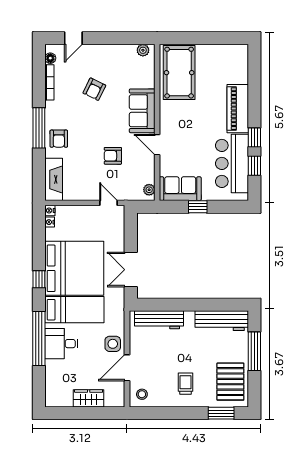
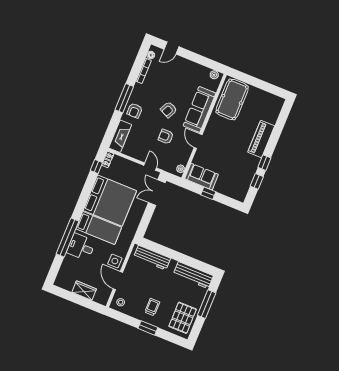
armchair: (94, 89) -> (169, 110), moved
sofa: (142, 111) -> (199, 109), width x1.36
bar counter: (232, 163) -> (243, 174), removed
double door: (131, 270) -> (157, 193), moved
window: (39, 279) -> (96, 166), moved
door: (127, 368) -> (118, 281), hinge flipped
window: (221, 413) -> (148, 328), moved

